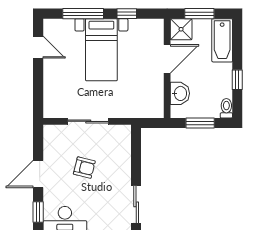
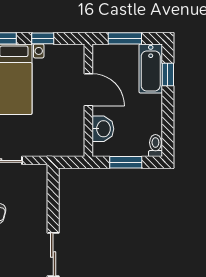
shower: (181, 29) -> (104, 56), removed
door: (167, 59) -> (88, 90), hinge flipped
window: (237, 80) -> (168, 75), moved

